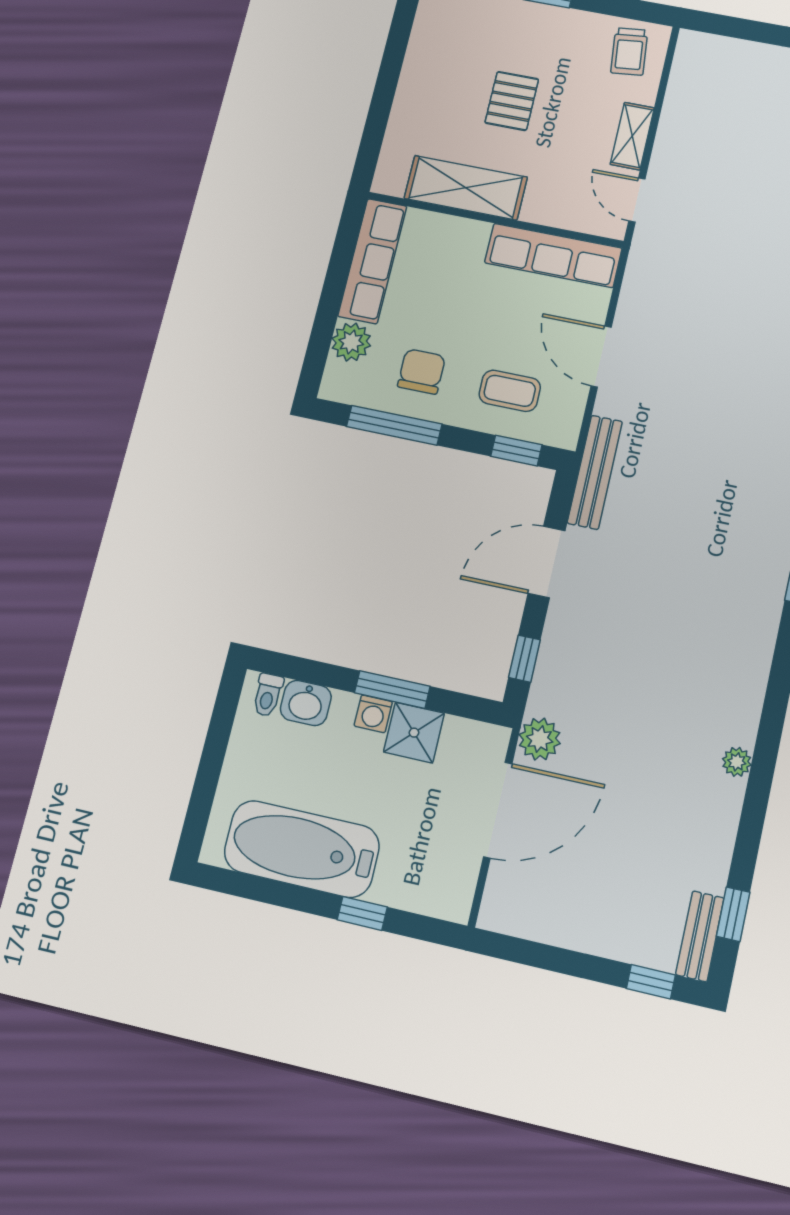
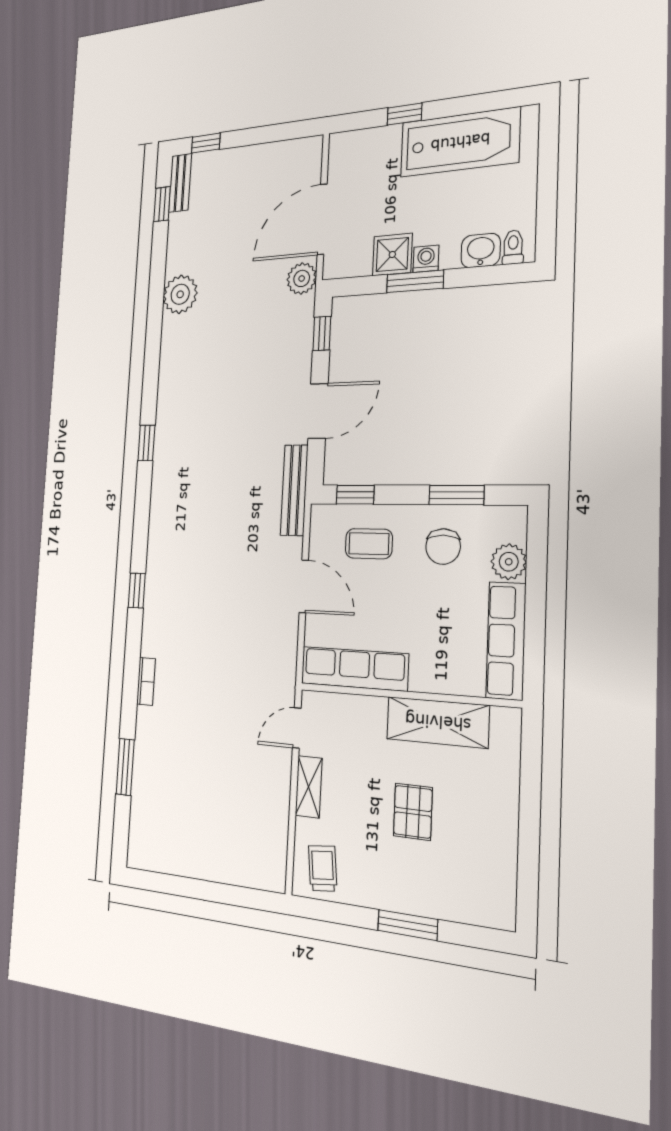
door: (637, 200) -> (297, 728), swing flipped
window: (394, 425) -> (456, 495), width x0.69
plant: (737, 762) -> (180, 294), width x1.88, depth x1.88

